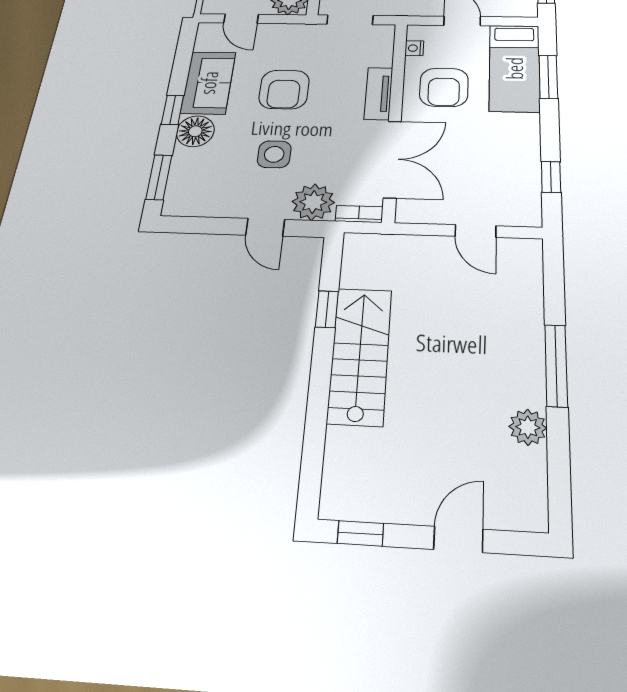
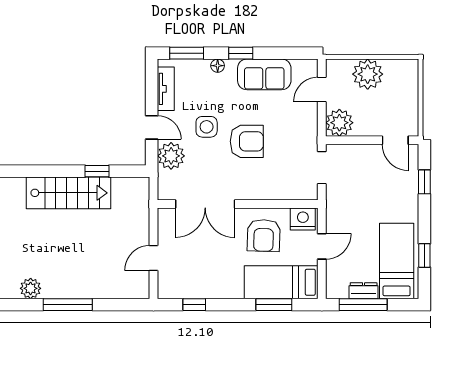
nightstand: (414, 48) -> (303, 219), width x1.89, depth x1.79
armchair: (444, 87) -> (264, 235), turned -88
armchair: (284, 89) -> (247, 141), moved, turned 180
tv unit: (378, 93) -> (166, 89), moved, turned 90
floor lamp: (195, 131) -> (218, 66), width x0.53, depth x0.53
bookcase: (359, 214) -> (163, 186), removed
door: (265, 227) -> (152, 127), swing flipped

